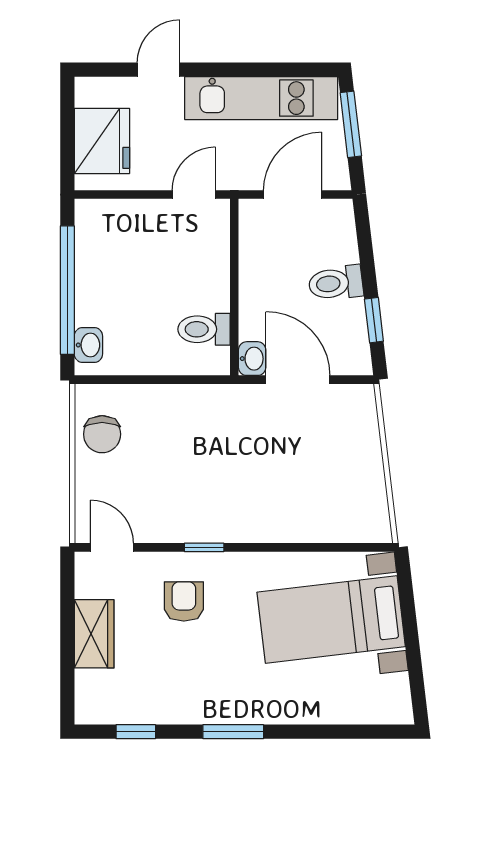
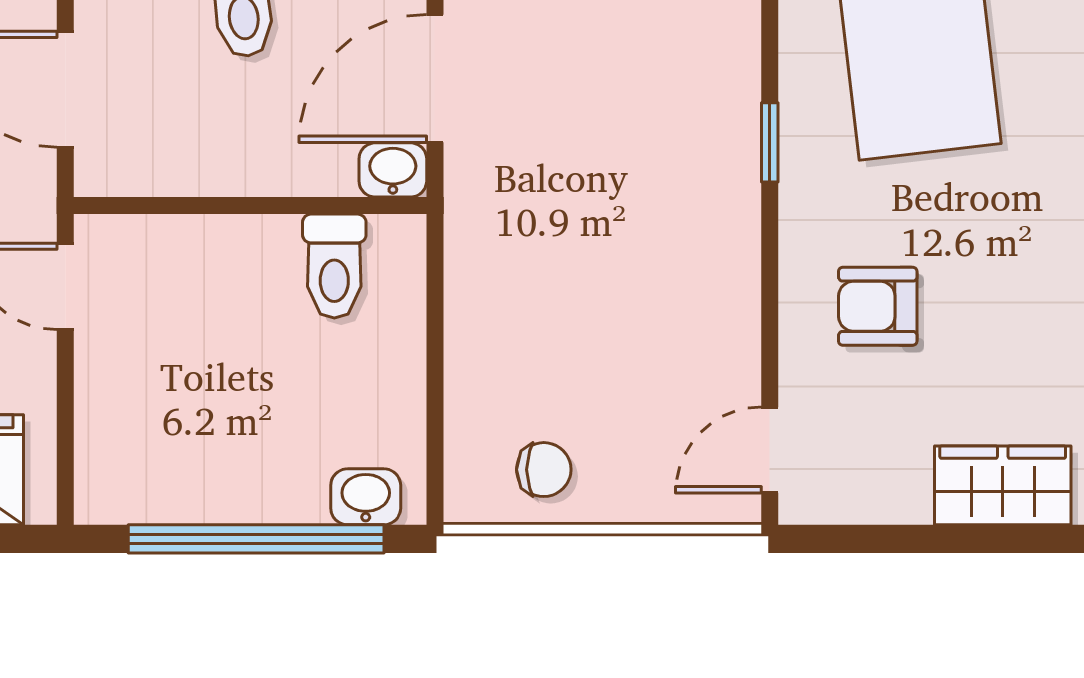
chair: (102, 434) -> (544, 470), width x0.73, depth x0.73
window: (204, 547) -> (770, 142), moved
wardrobe: (94, 634) -> (1003, 485), moved

